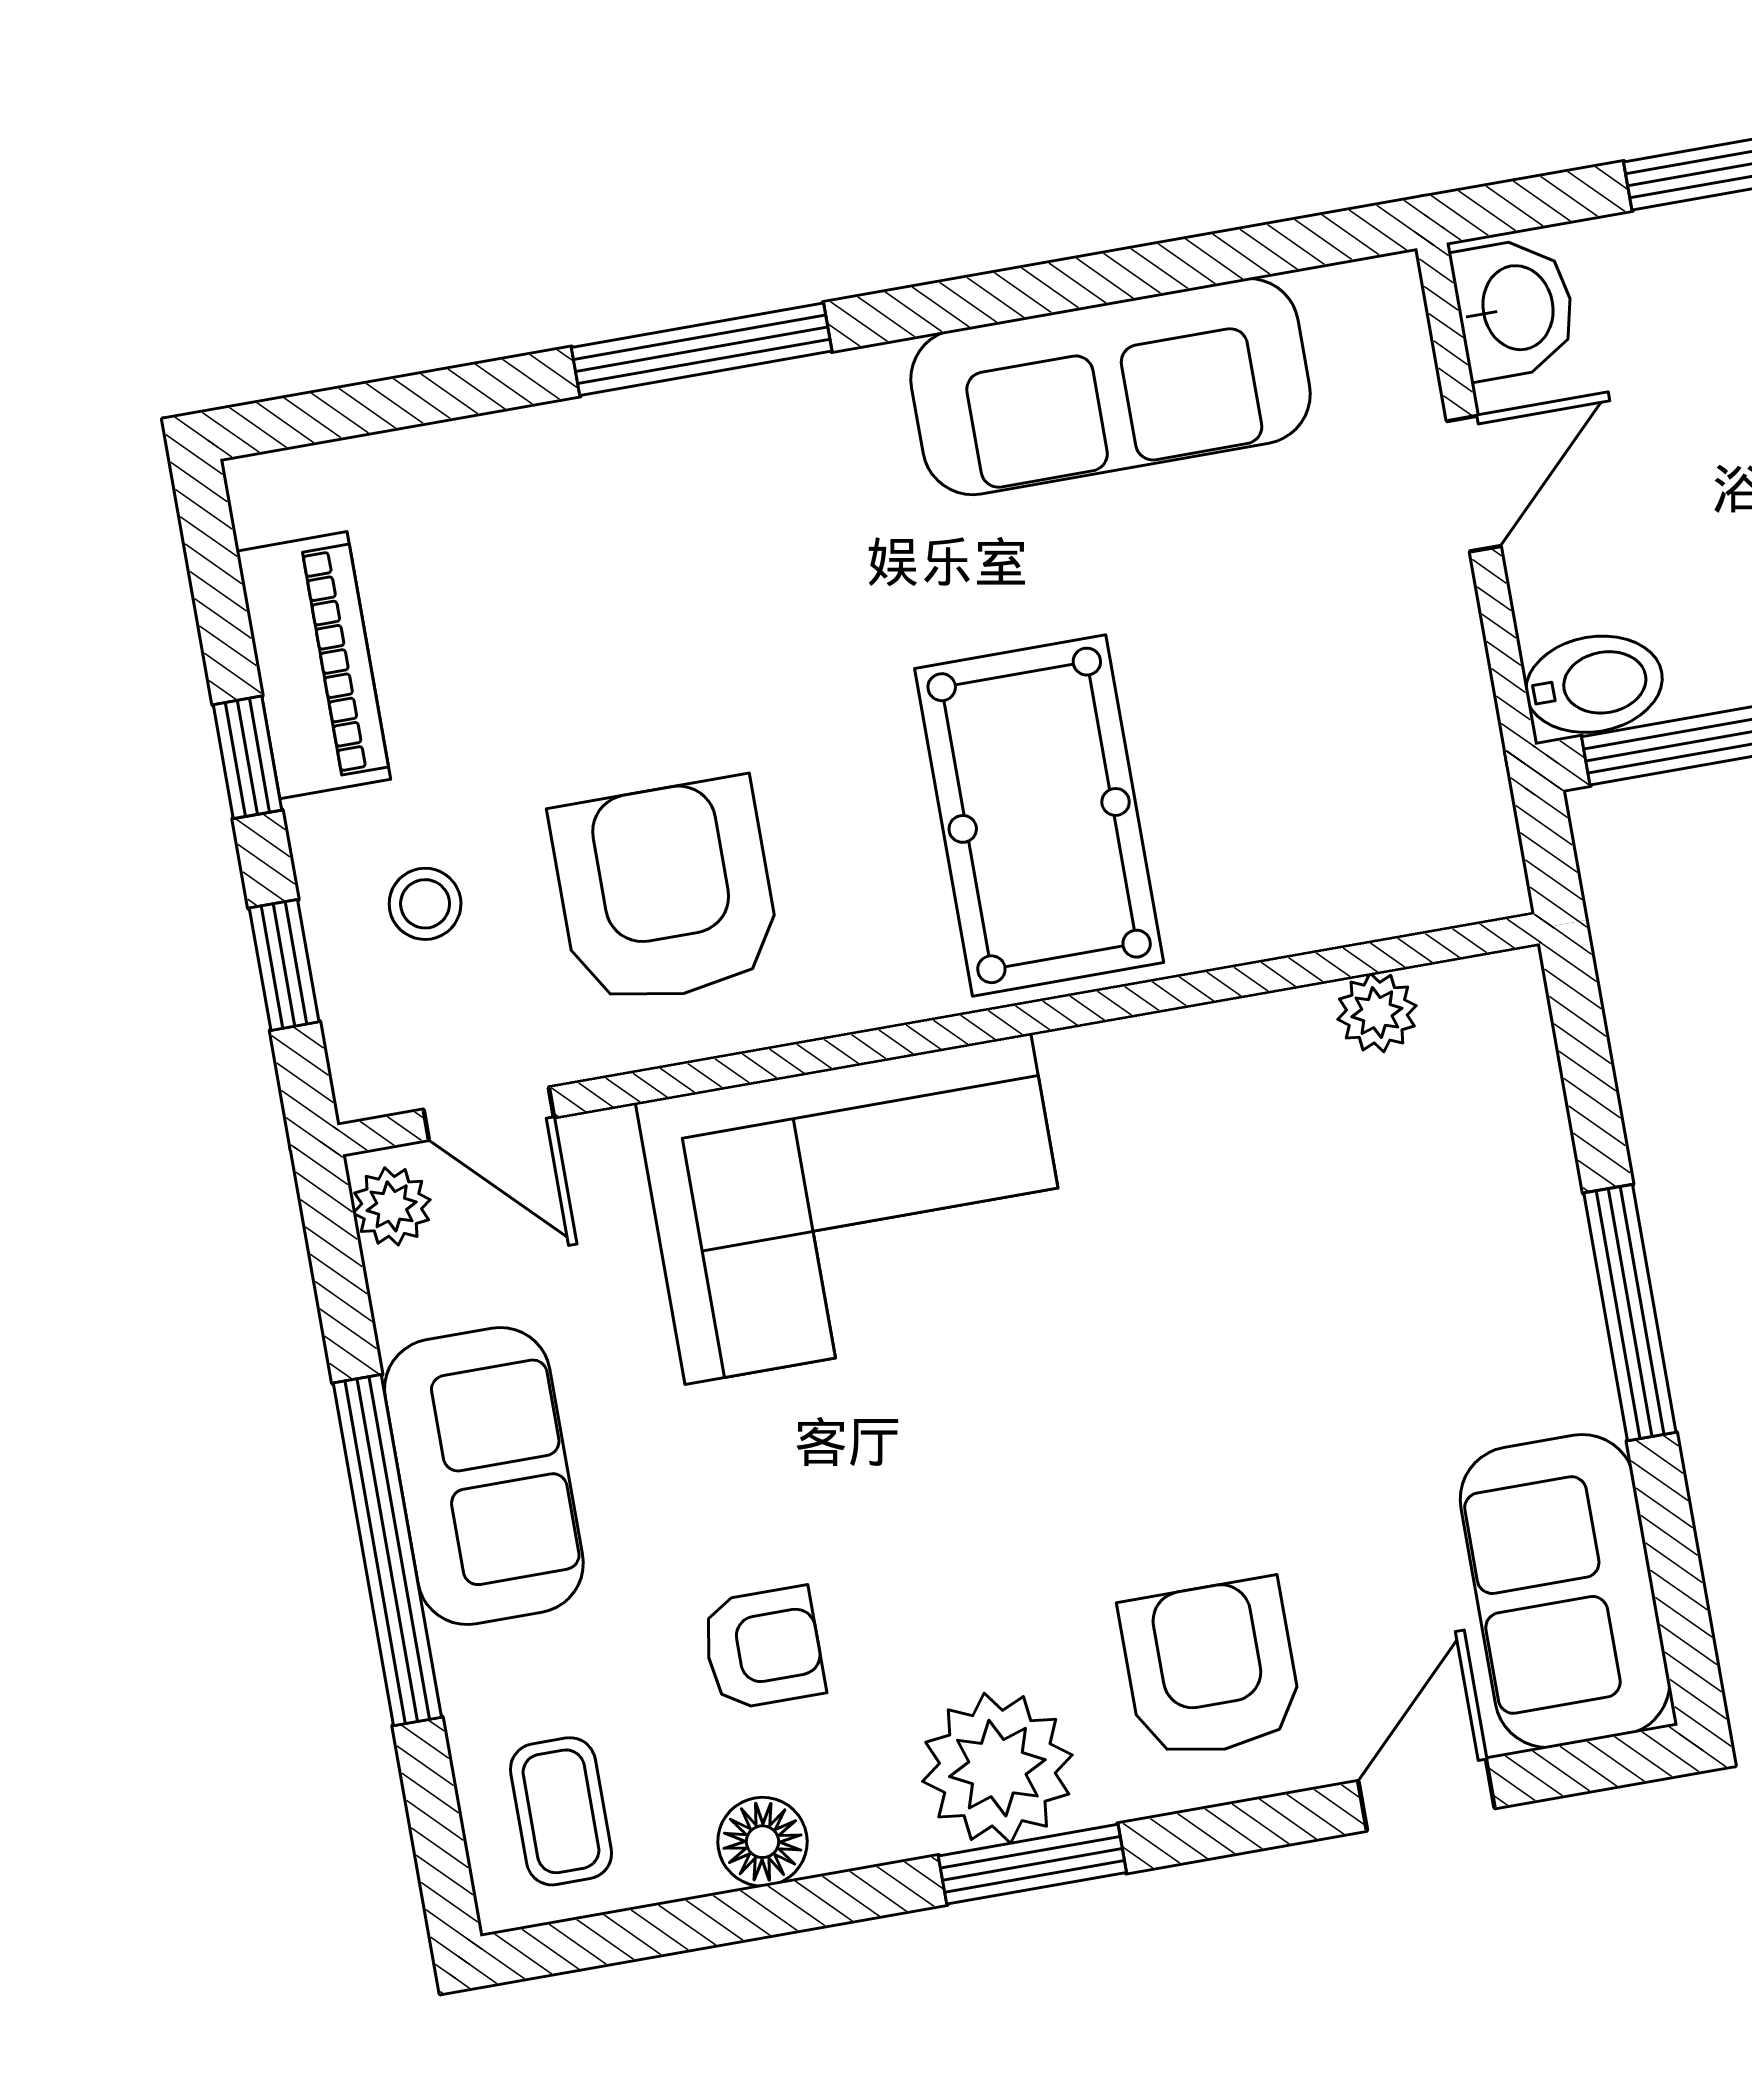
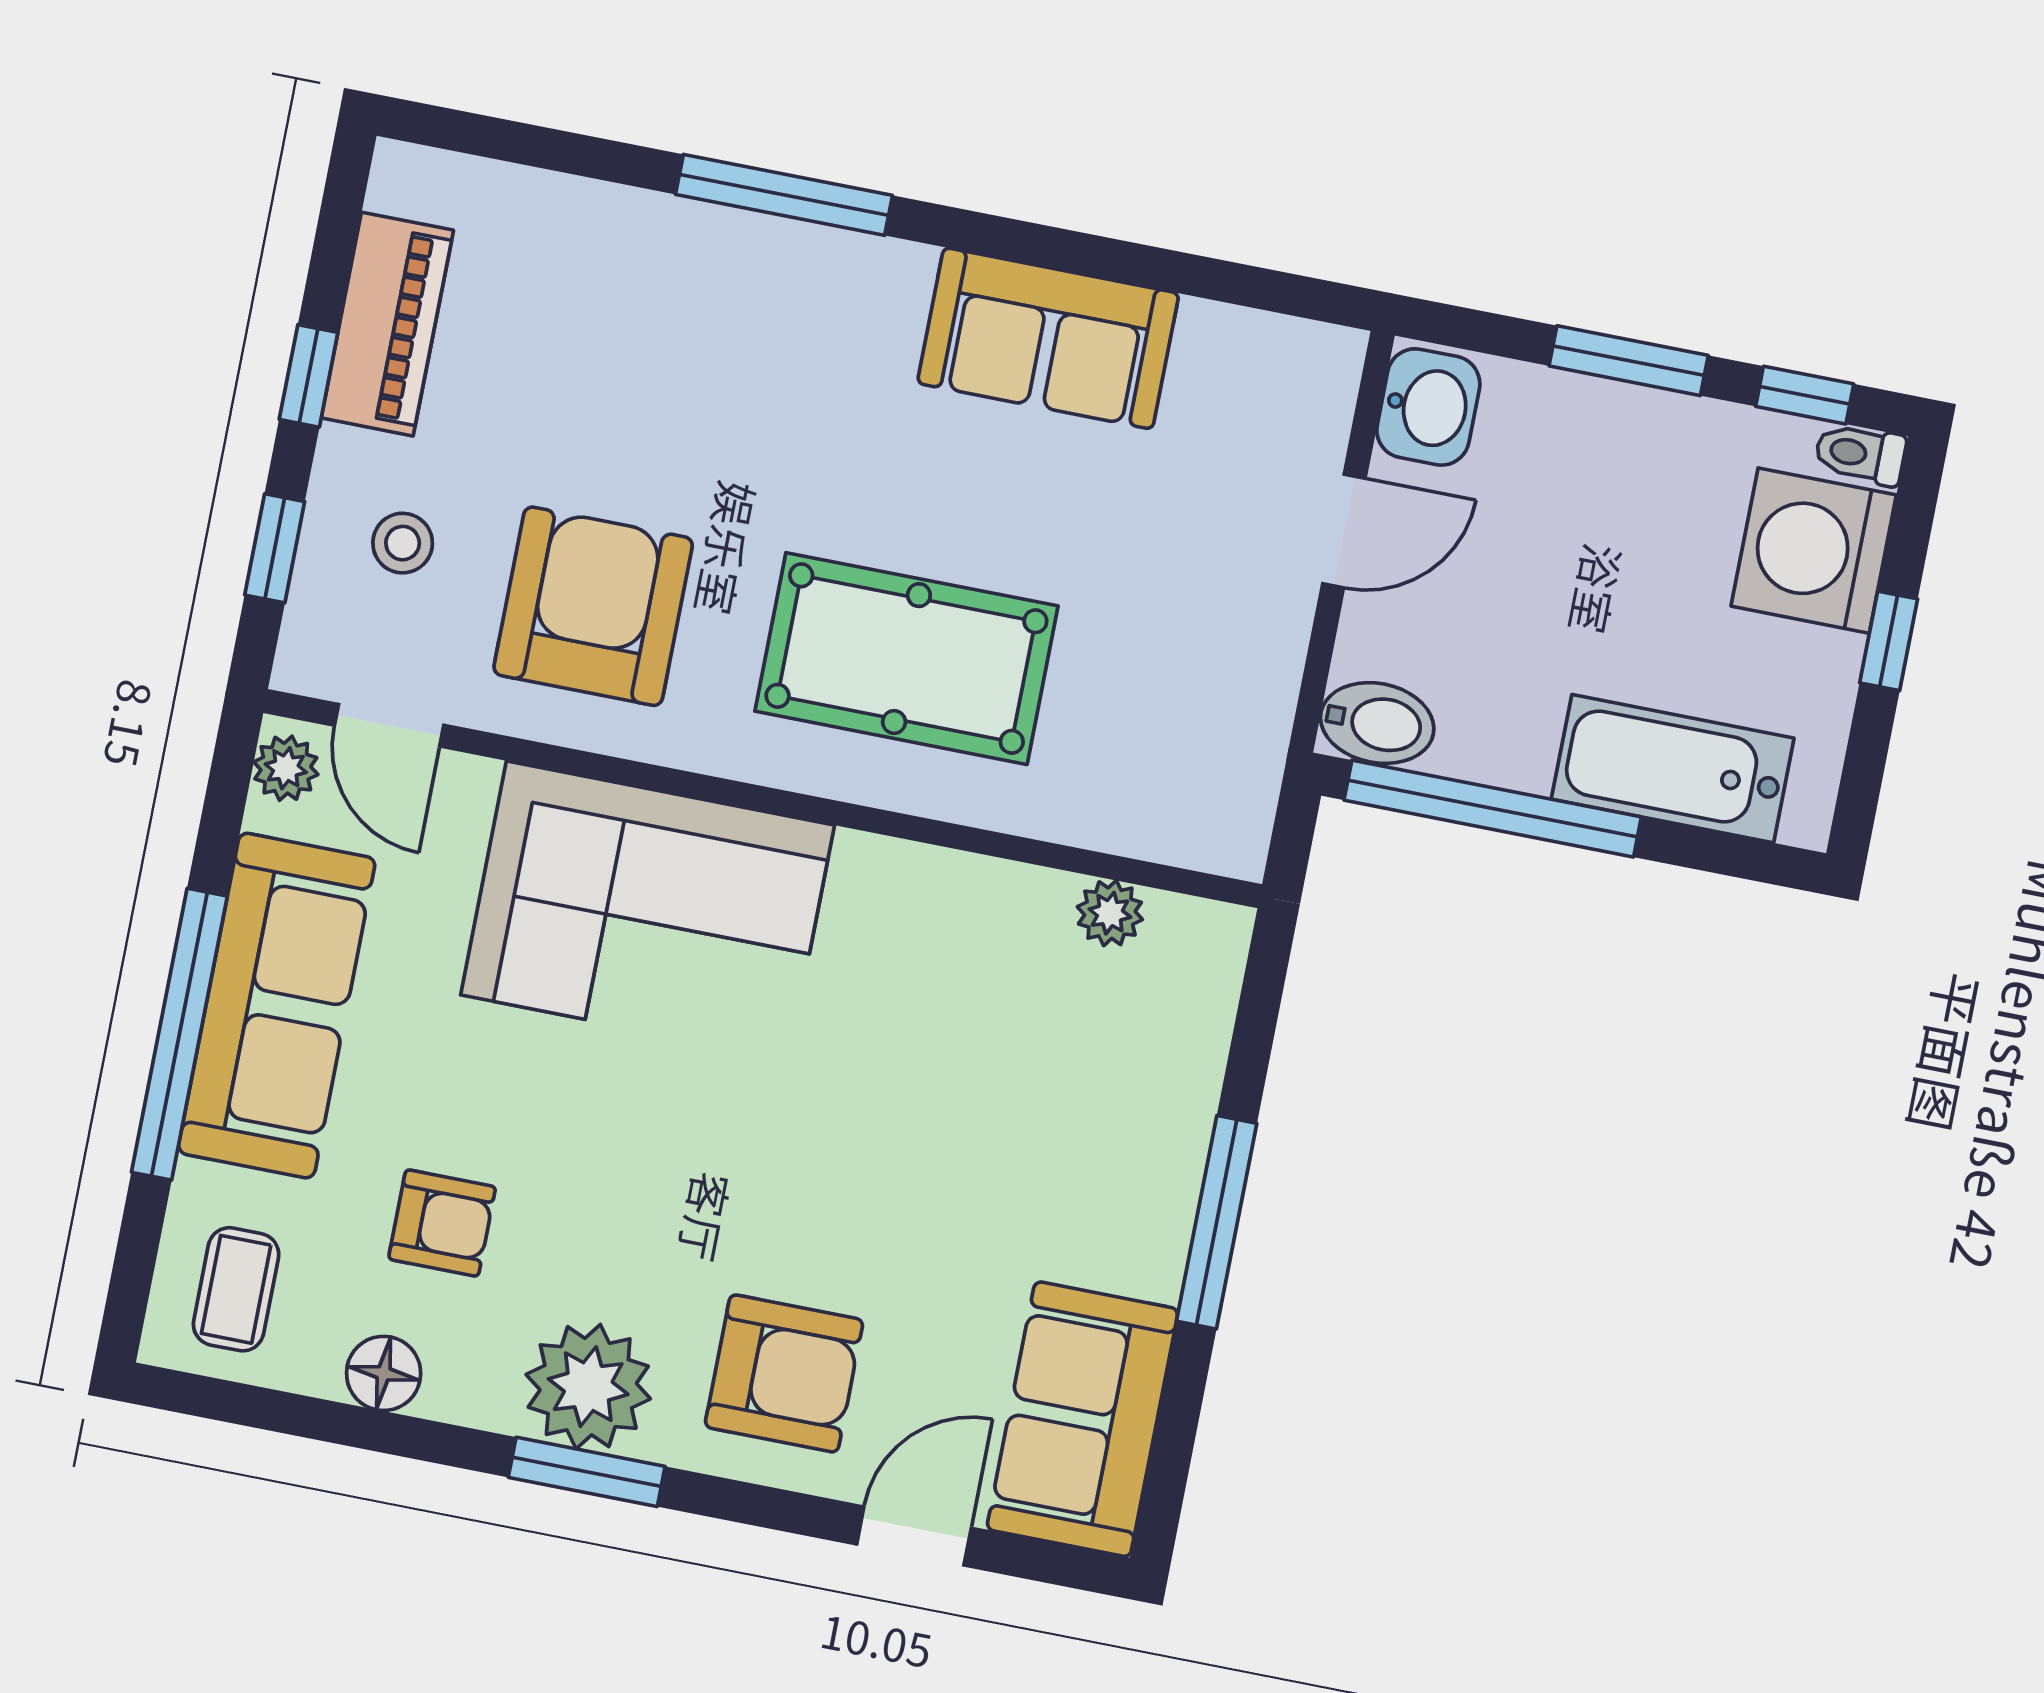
sofa: (1111, 387) -> (1048, 338), width x0.73
pool table: (1039, 815) -> (906, 659), turned 90
sofa: (484, 1476) -> (277, 1006), width x1.36
armchair: (1211, 1669) -> (784, 1373), turned 90

